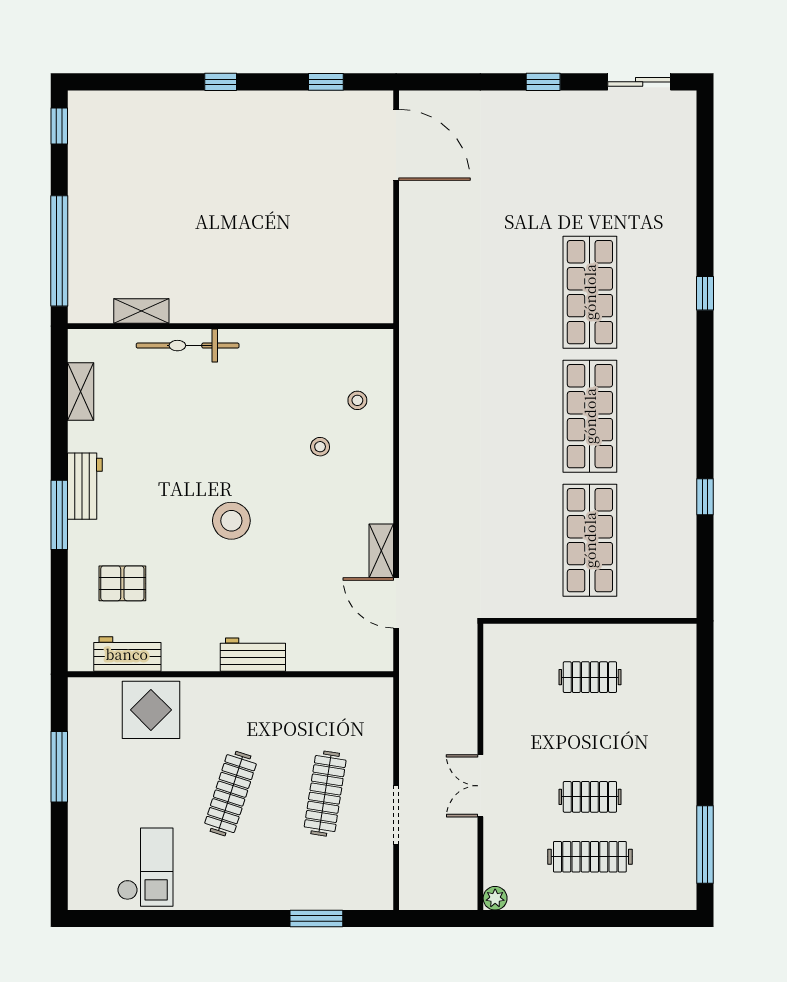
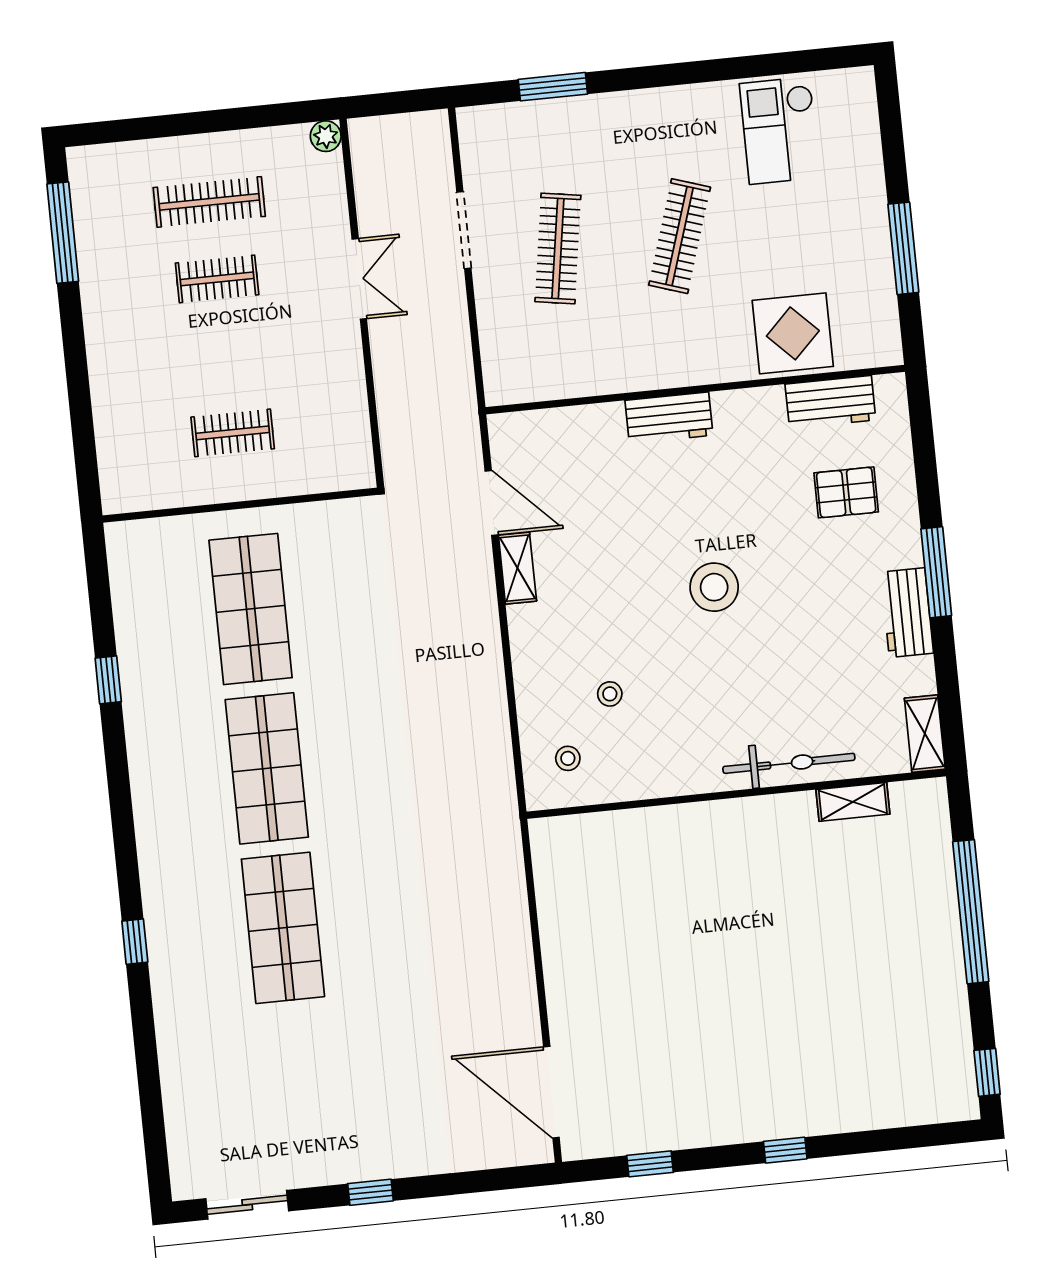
shelving: (141, 311) -> (853, 802), moved
wall: (231, 326) -> (736, 794), moved
bicycle: (188, 346) -> (789, 763), moved

